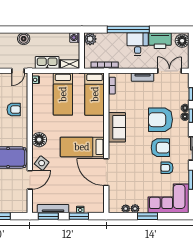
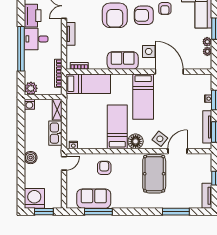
door: (18, 71) -> (64, 163), hinge flipped
bed: (63, 94) -> (117, 127), moved, turned -90
armchair: (160, 148) -> (144, 15), turned -90
side table: (126, 152) -> (149, 51), added
door: (106, 172) -> (169, 72), swing flipped
door: (30, 180) -> (177, 151), hinge flipped

